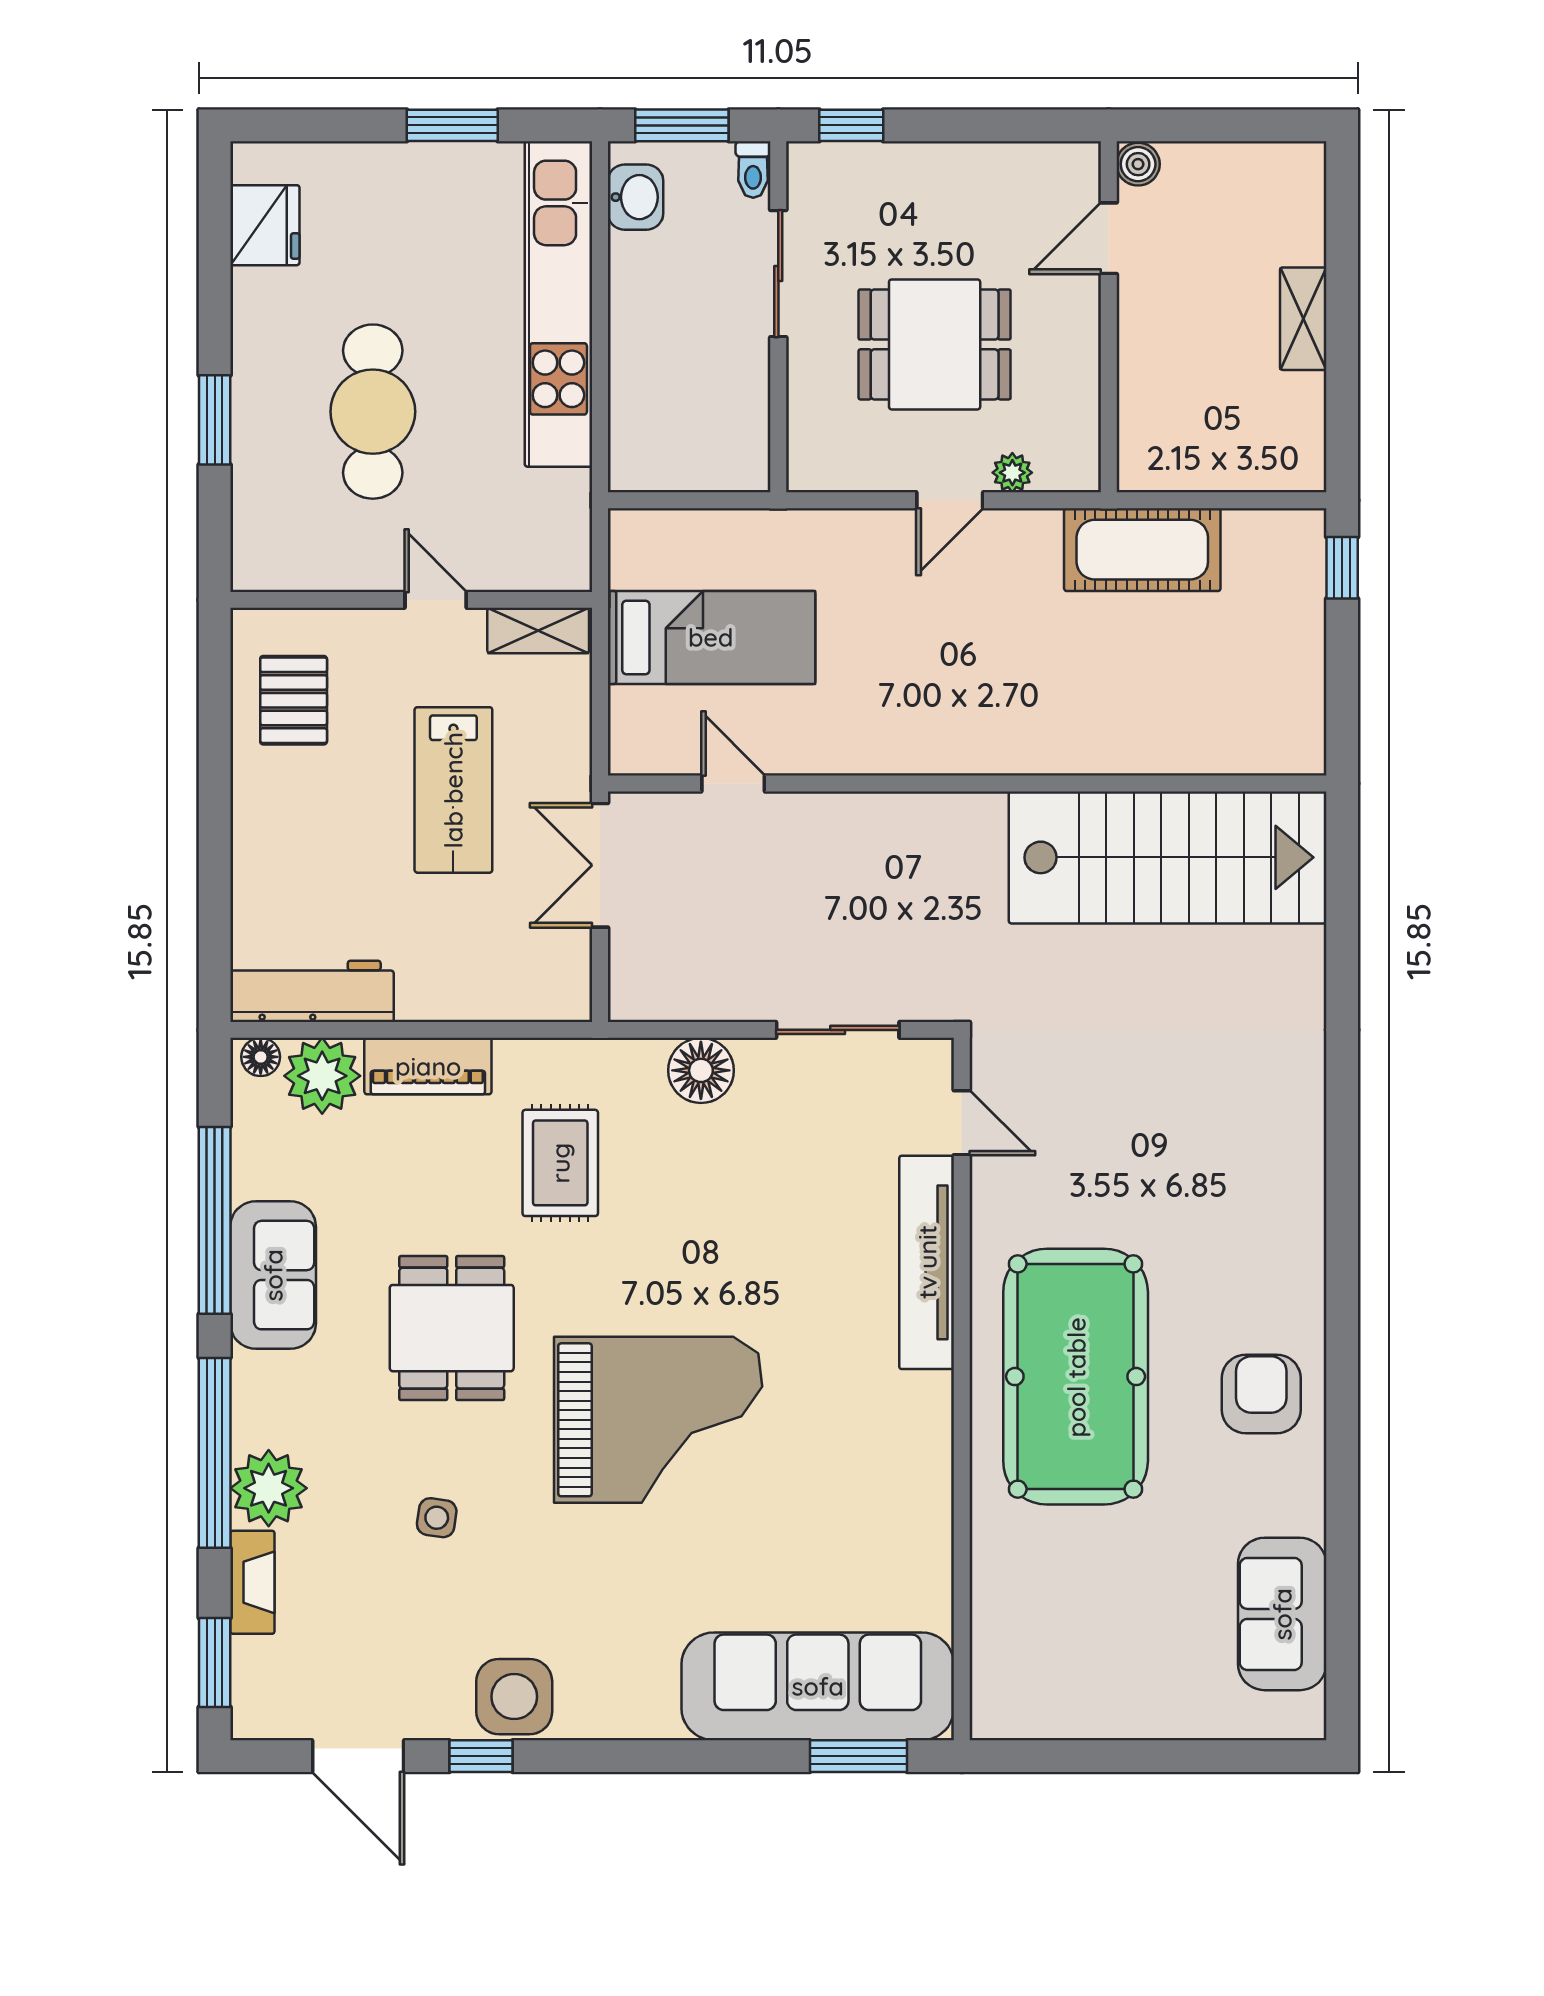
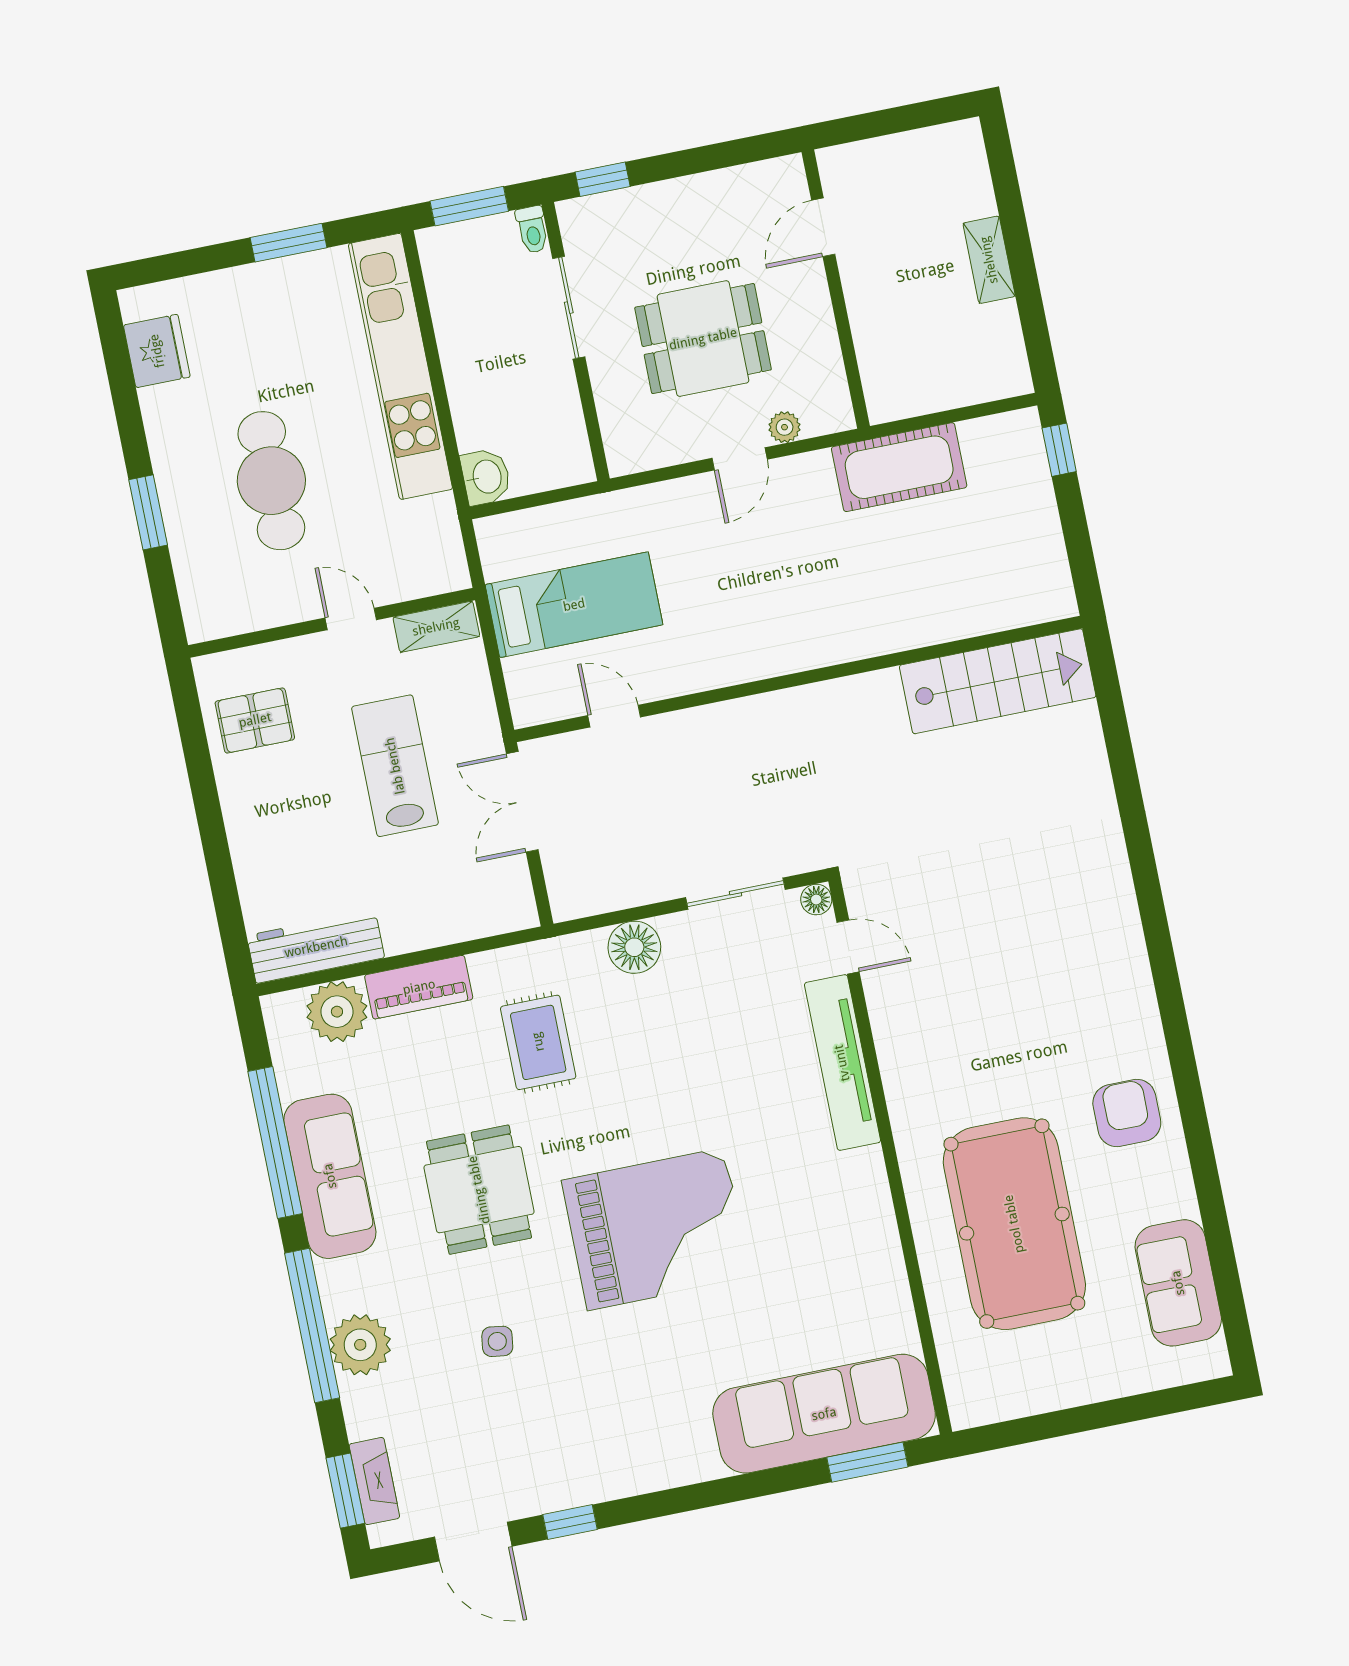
boiler: (1138, 164) -> (835, 164), removed
washbasin: (635, 197) -> (486, 477), moved
pallet: (294, 700) -> (255, 720), turned 90
lab bench: (453, 790) -> (395, 766), turned 180
stairs: (1168, 857) -> (998, 681), width x0.73, depth x0.66
floor lamp: (261, 1057) -> (816, 900), moved
sofa: (273, 1275) -> (330, 1176), width x1.36
pool table: (1076, 1377) -> (1014, 1224), moved
fireplace: (252, 1582) -> (374, 1481), moved
side table: (514, 1697) -> (587, 1470), removed

